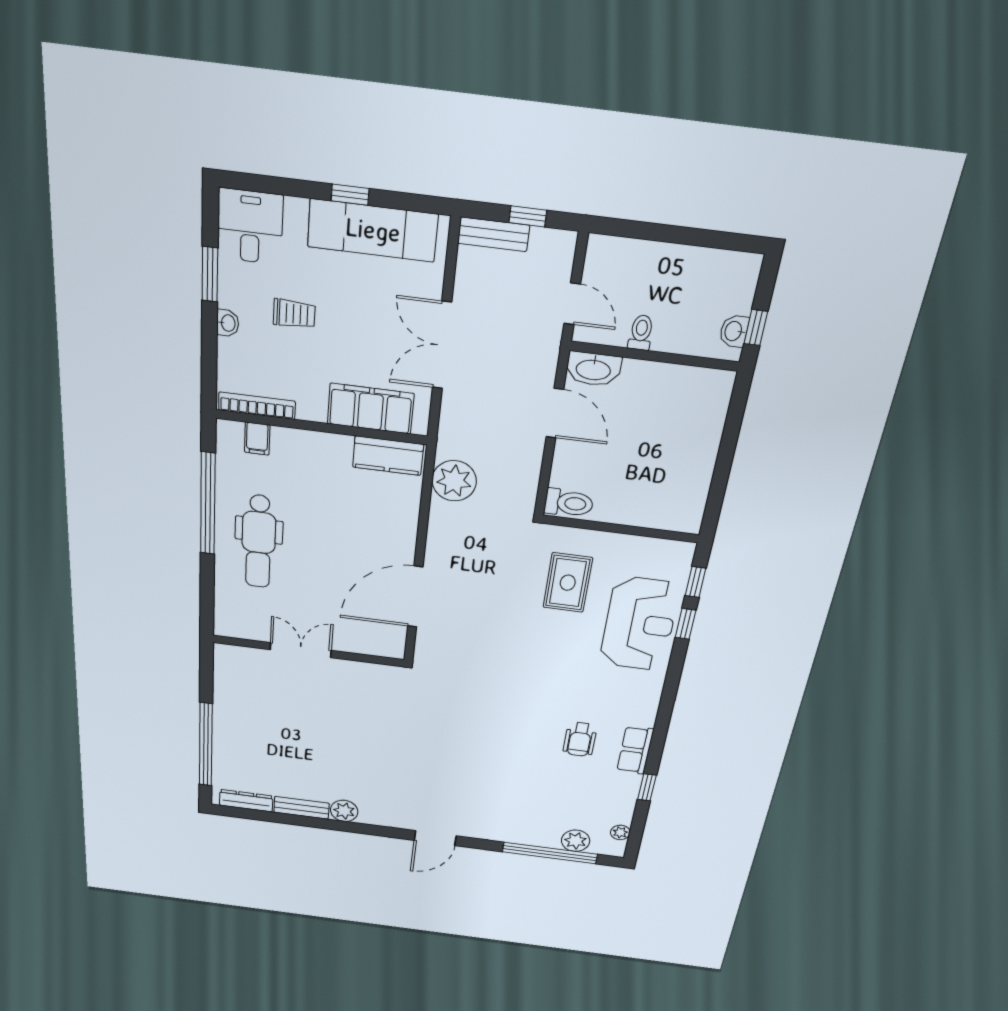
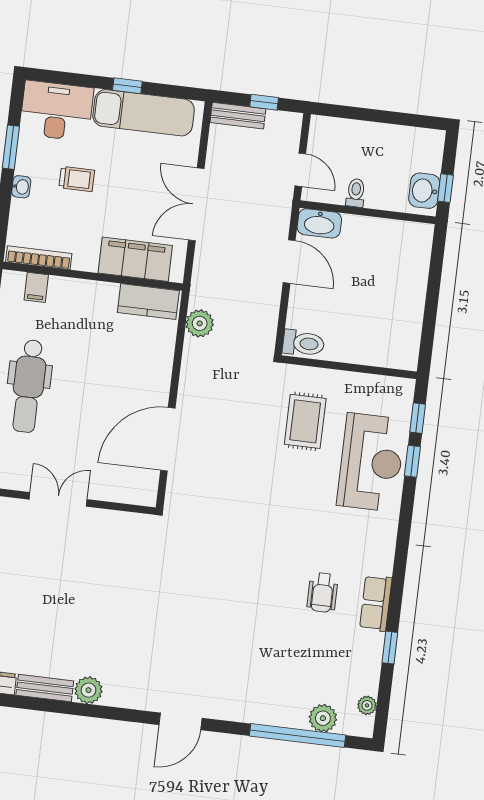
desk: (250, 227) -> (56, 111), width x1.37
washbasin: (734, 331) -> (424, 191), width x1.38, depth x1.45
plant: (454, 481) -> (200, 323), width x0.73, depth x0.73

